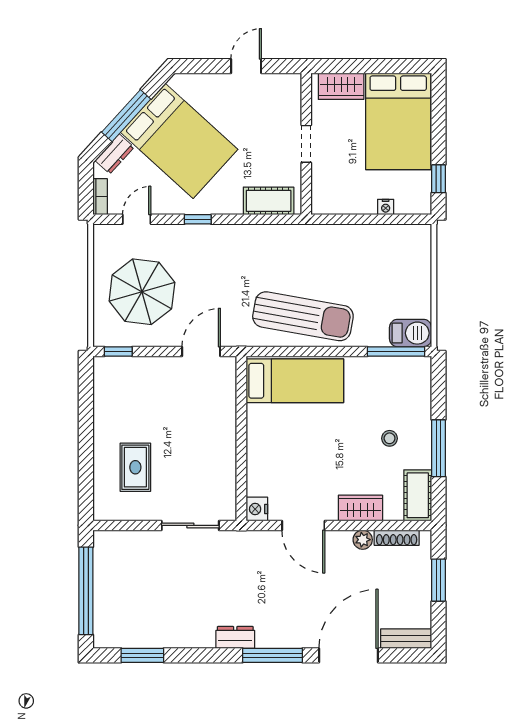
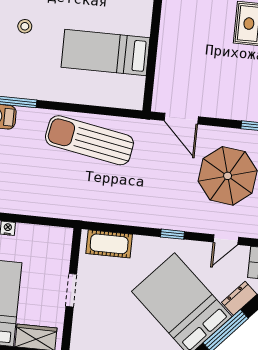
door: (201, 351) -> (181, 119), hinge flipped
bed: (295, 381) -> (106, 53), moved

